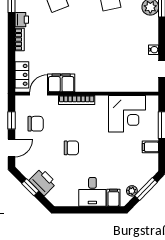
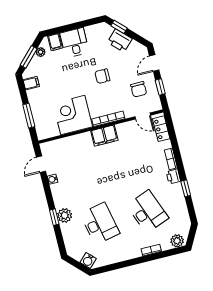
filing cabinet: (61, 83) -> (104, 135), moved
door: (38, 94) -> (143, 116), hinge flipped
corner desk: (127, 114) -> (73, 115), moved
chair: (36, 124) -> (139, 89), turned -90
filing cabinet: (150, 147) -> (31, 83), moved
window: (30, 187) -> (119, 27), moved

